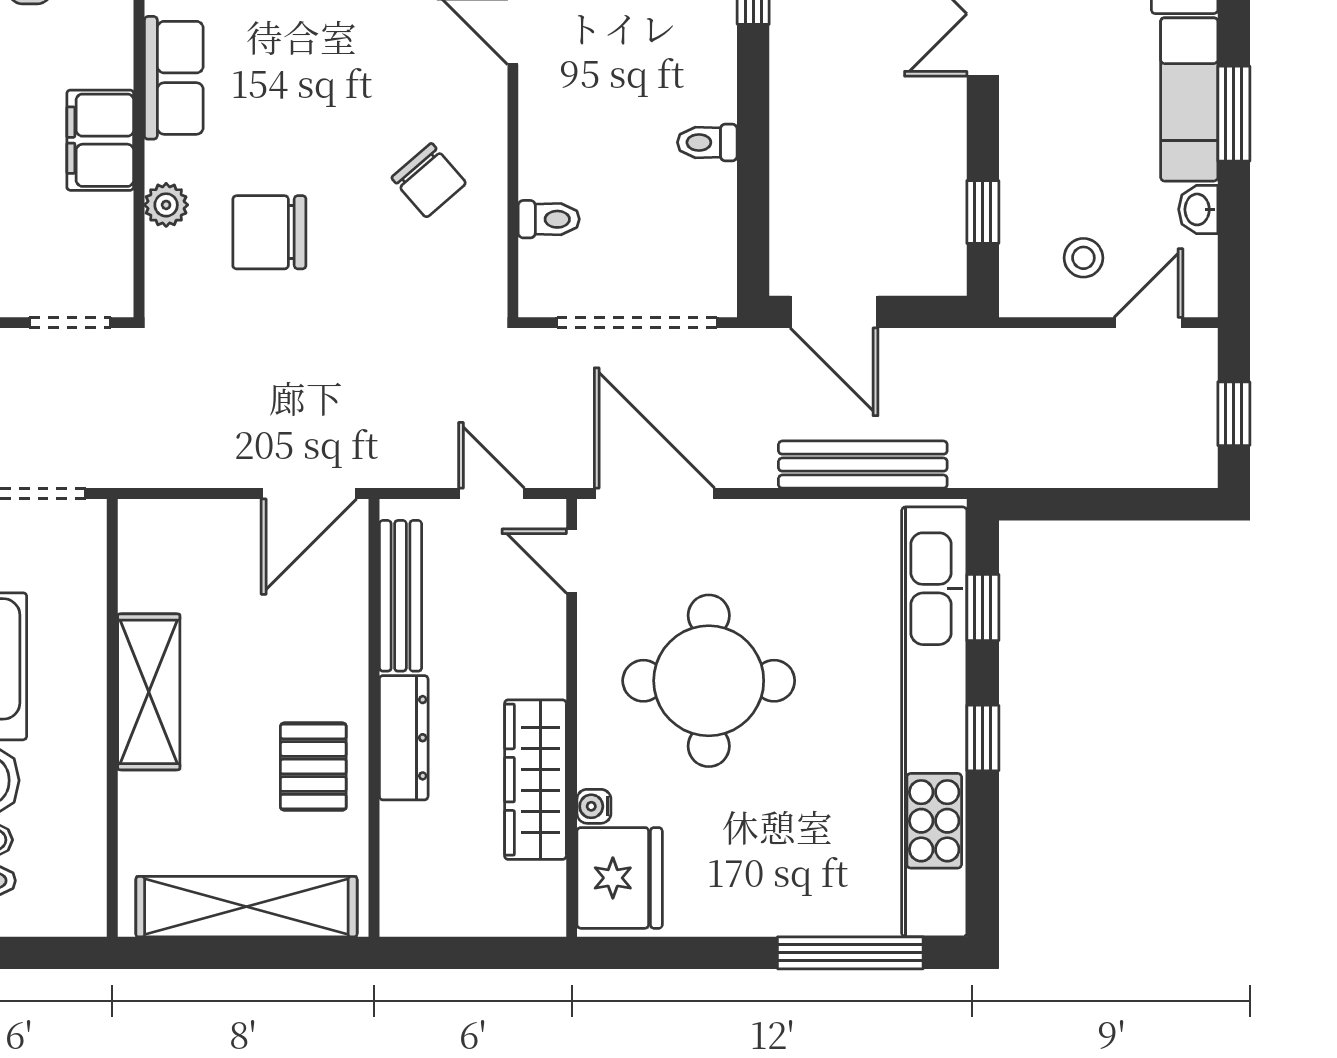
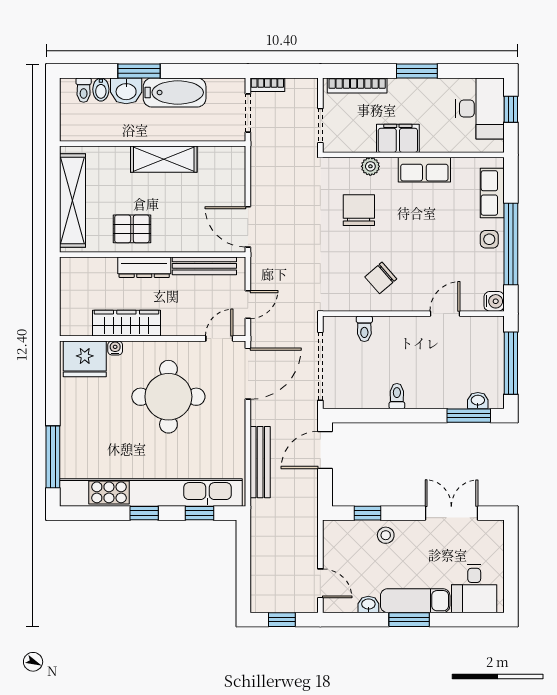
stool: (1083, 258) -> (386, 535), moved

